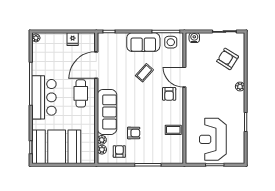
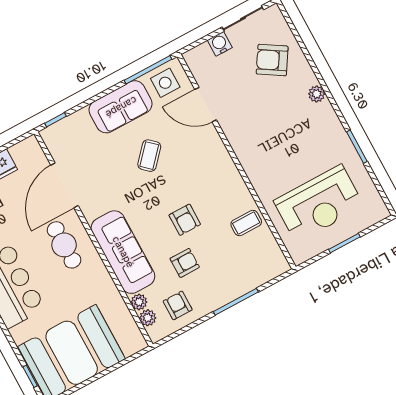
water cooler: (194, 38) -> (220, 44), moved
door: (184, 77) -> (206, 105), moved
armchair: (169, 94) -> (185, 220), moved
reception desk: (213, 139) -> (319, 204), turned -90

